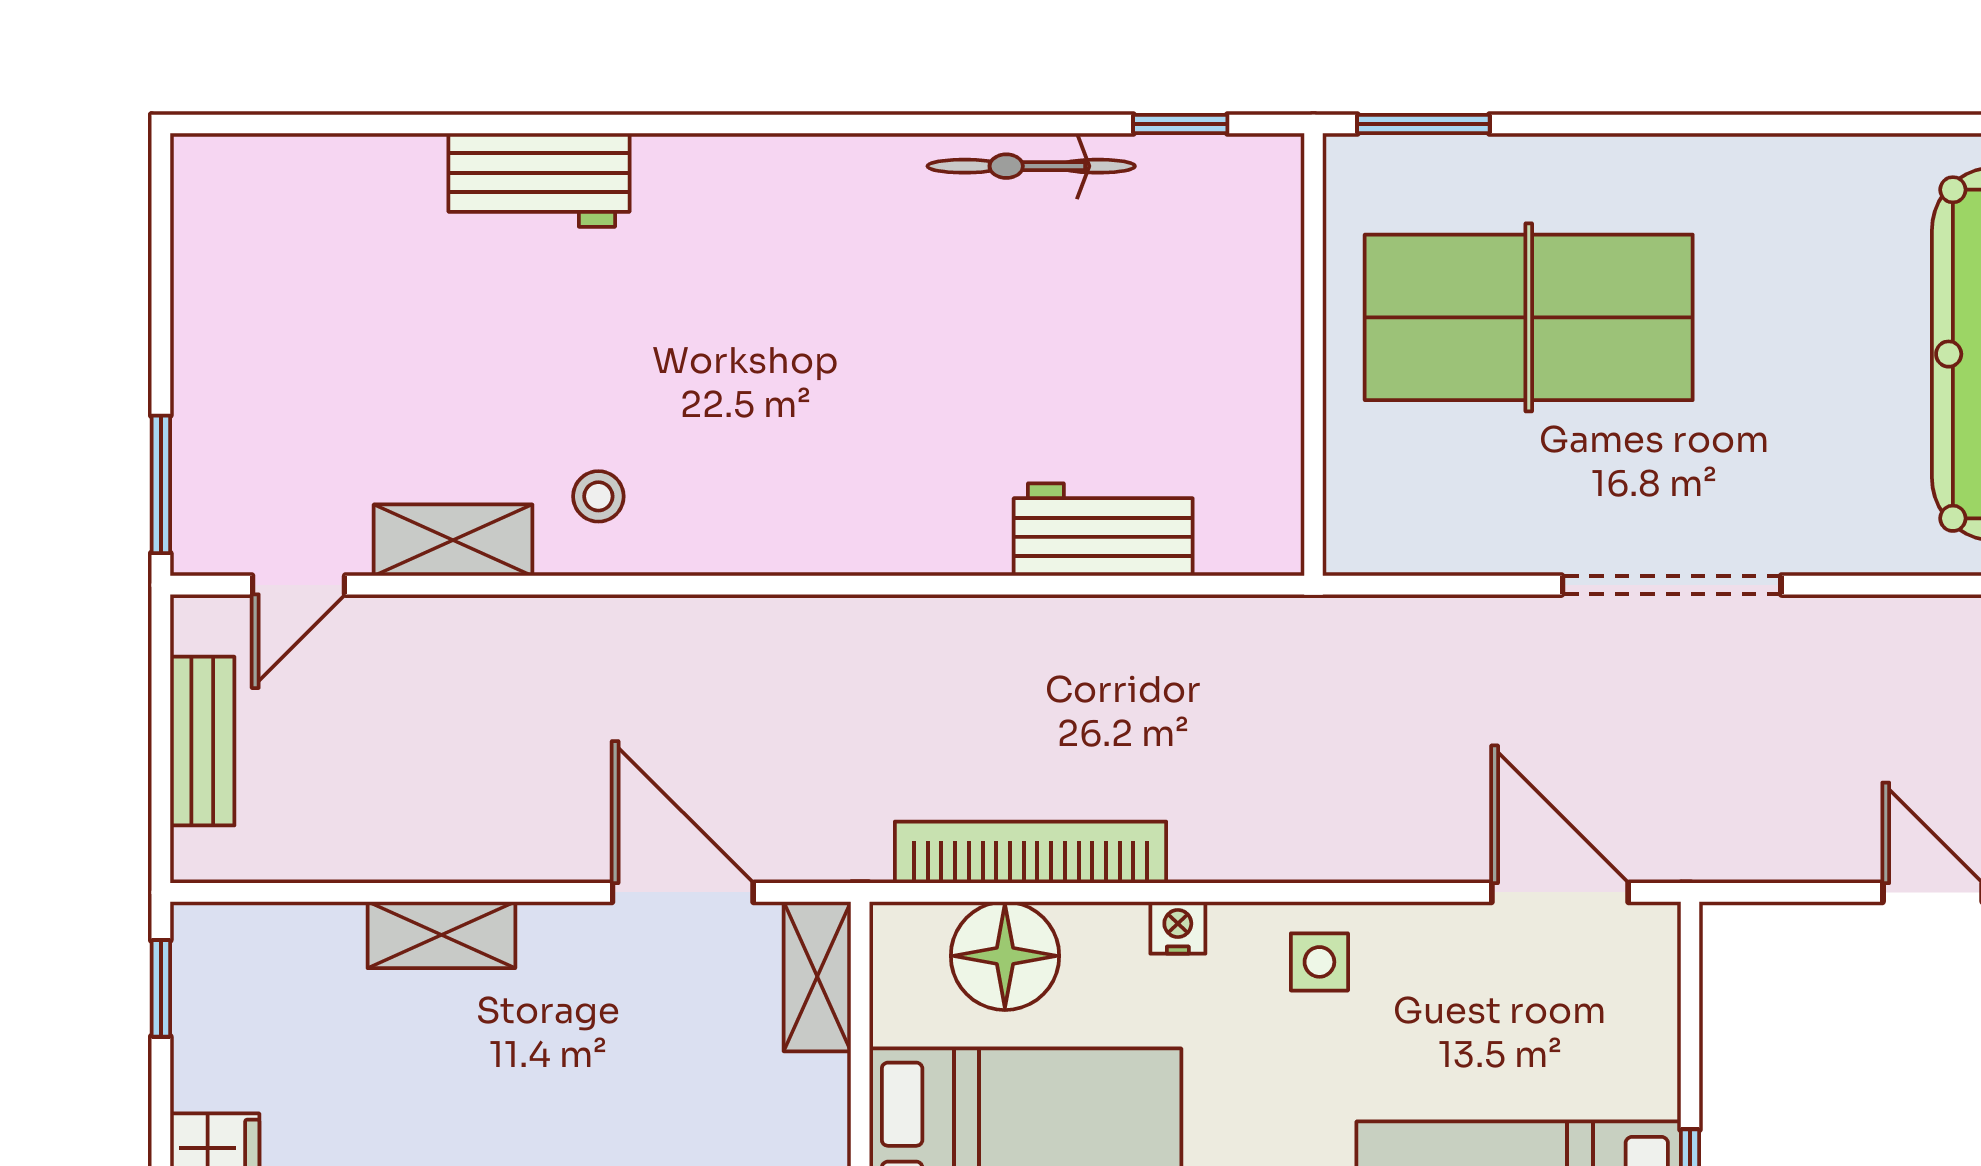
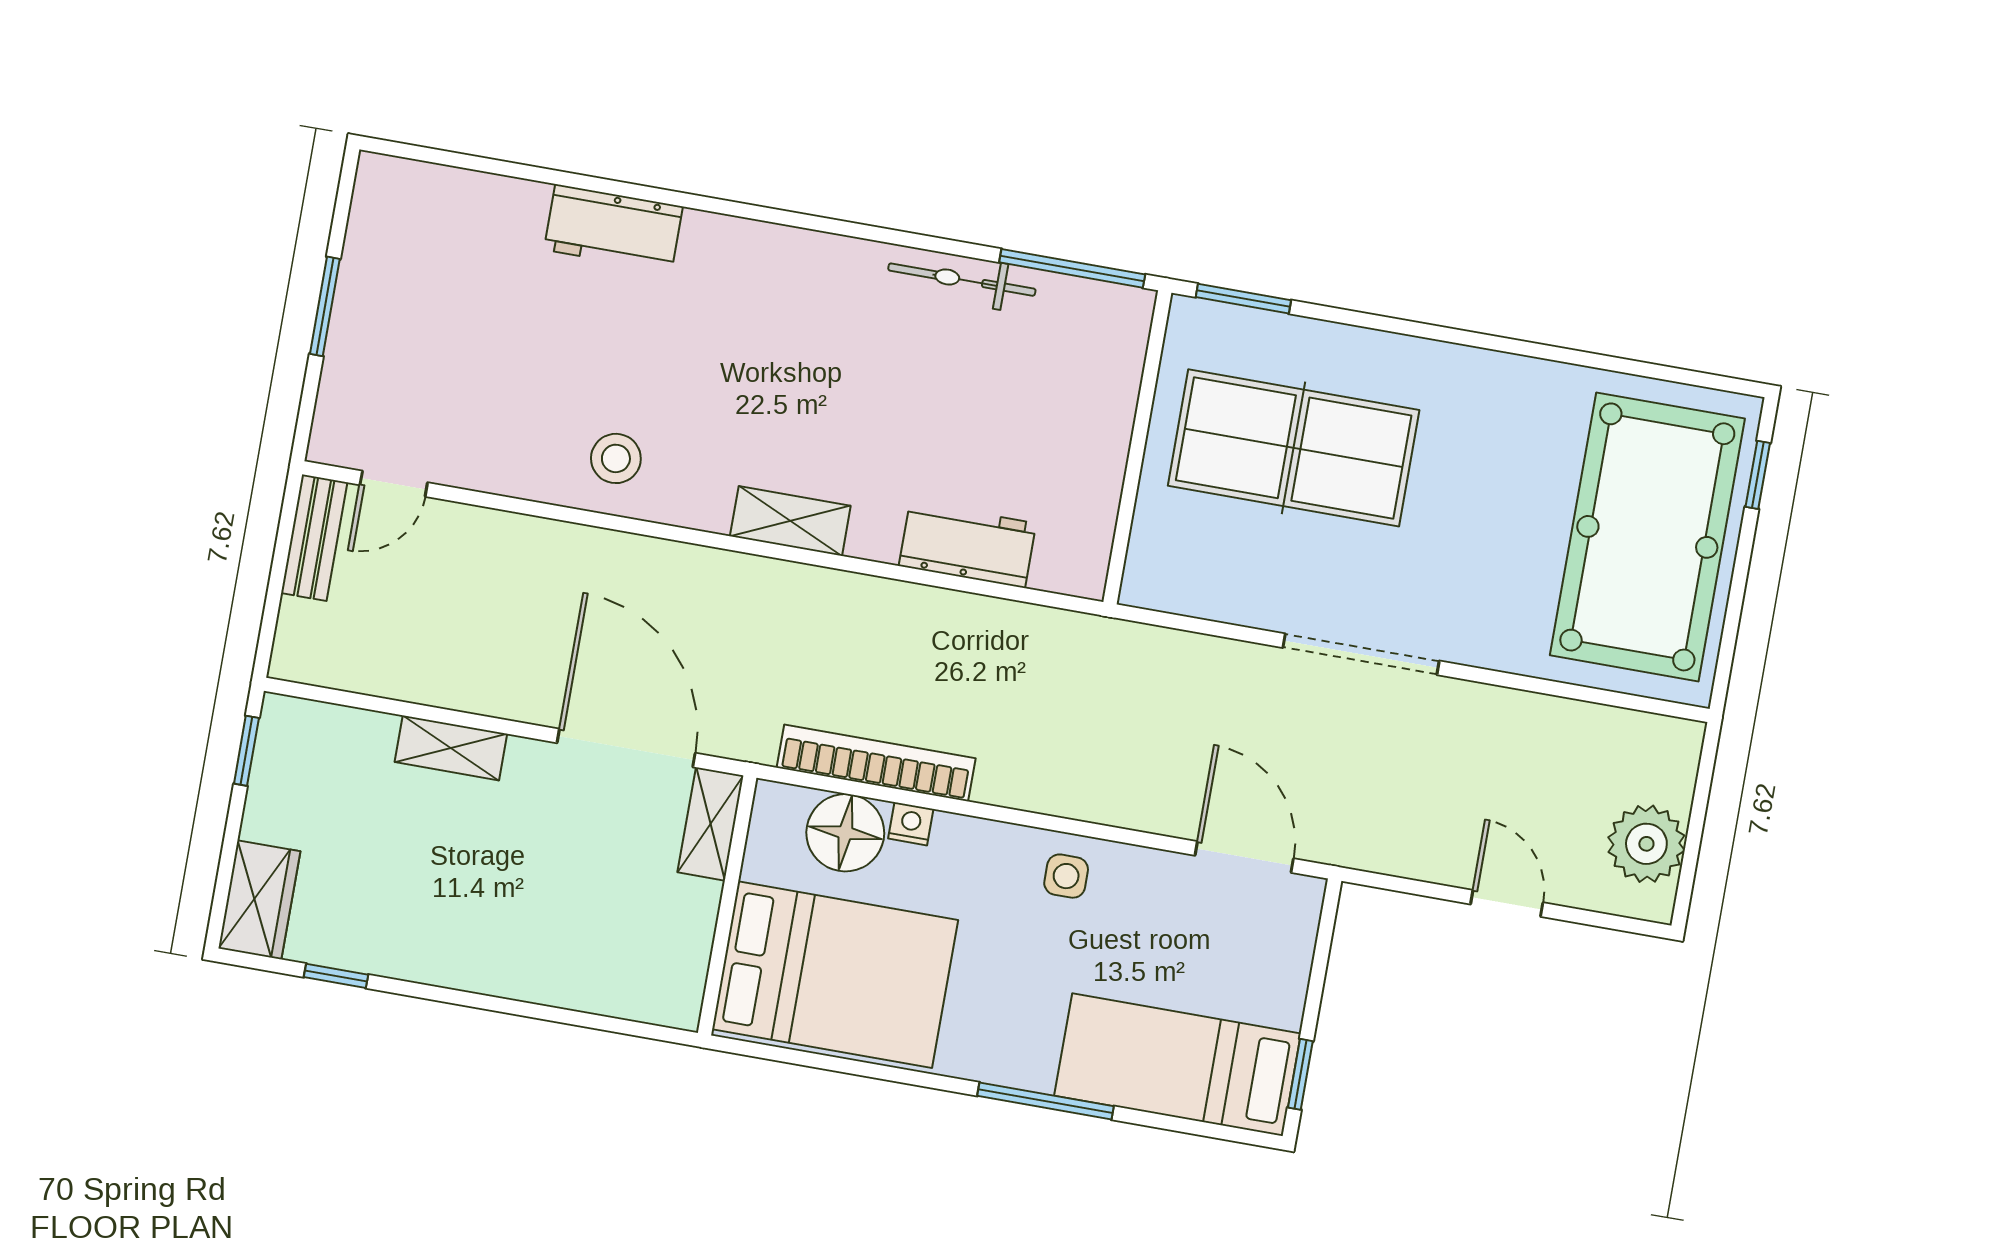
window: (1180, 124) -> (1072, 268), width x2.17
window: (161, 484) -> (325, 306), moved
stool: (598, 496) -> (616, 458), width x1.37, depth x1.37
shelving: (453, 540) -> (790, 521), moved
bench: (202, 741) -> (314, 538), moved
door: (683, 892) -> (626, 748), width x1.36
nightstand: (1178, 928) -> (911, 824), moved

